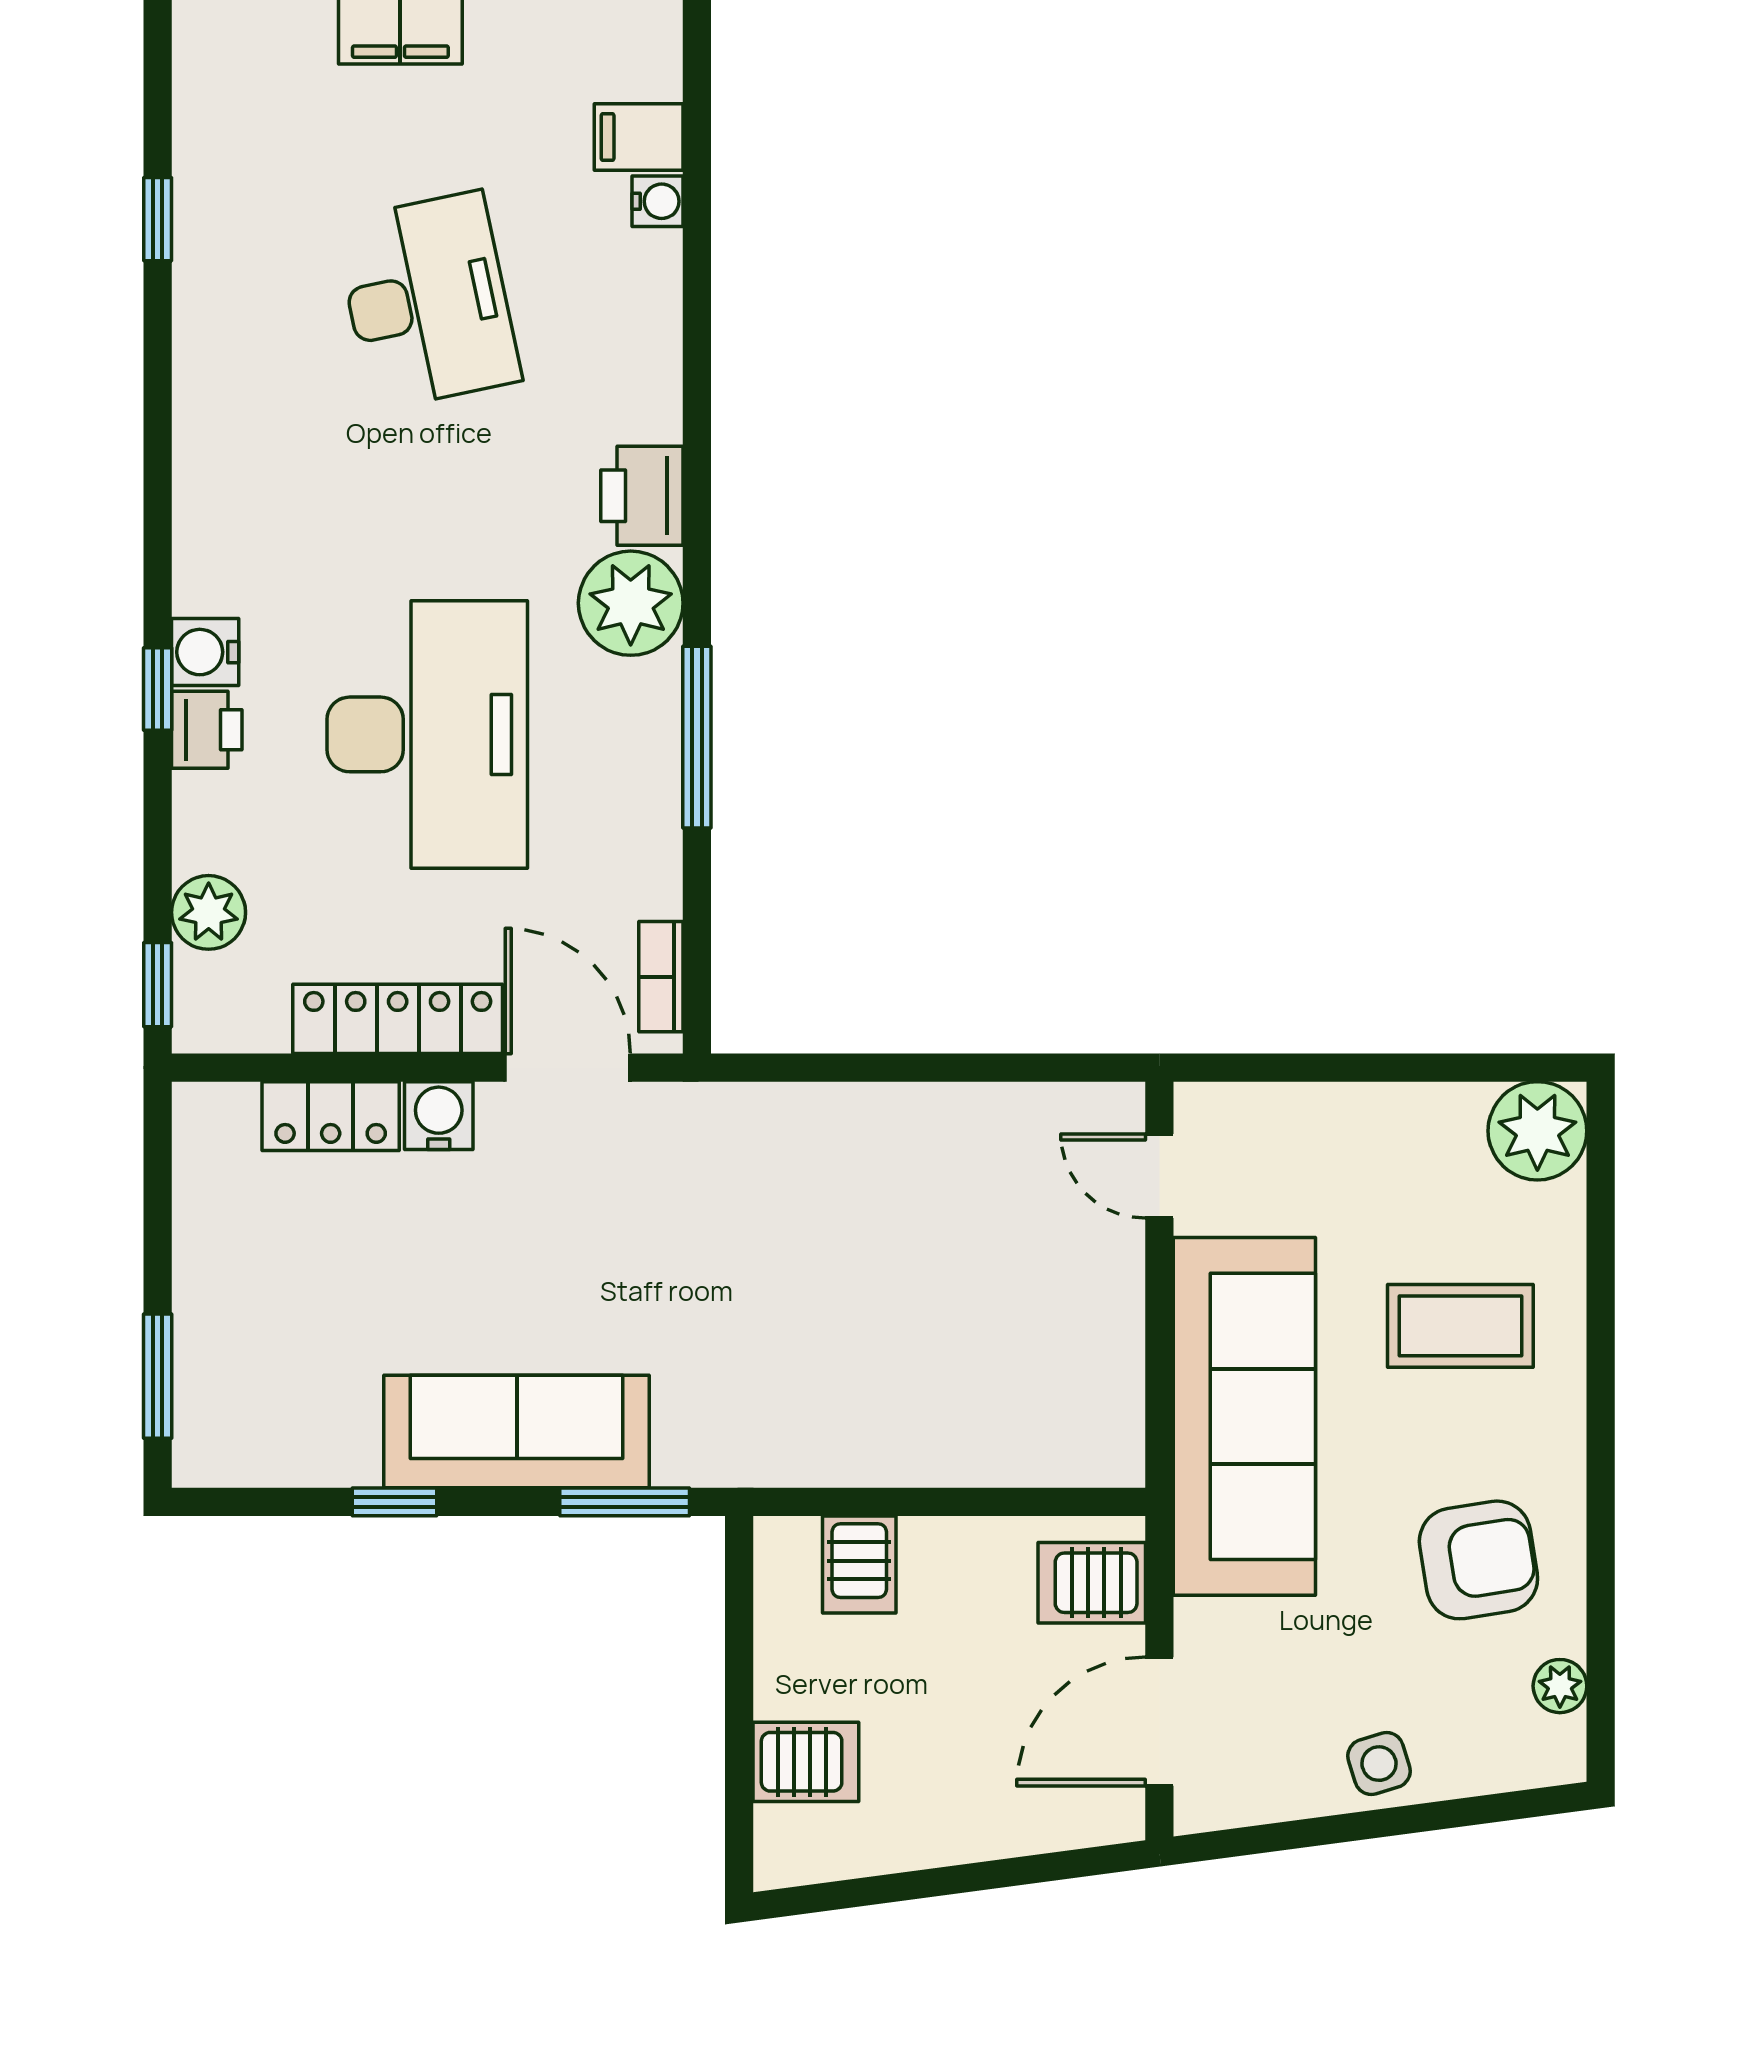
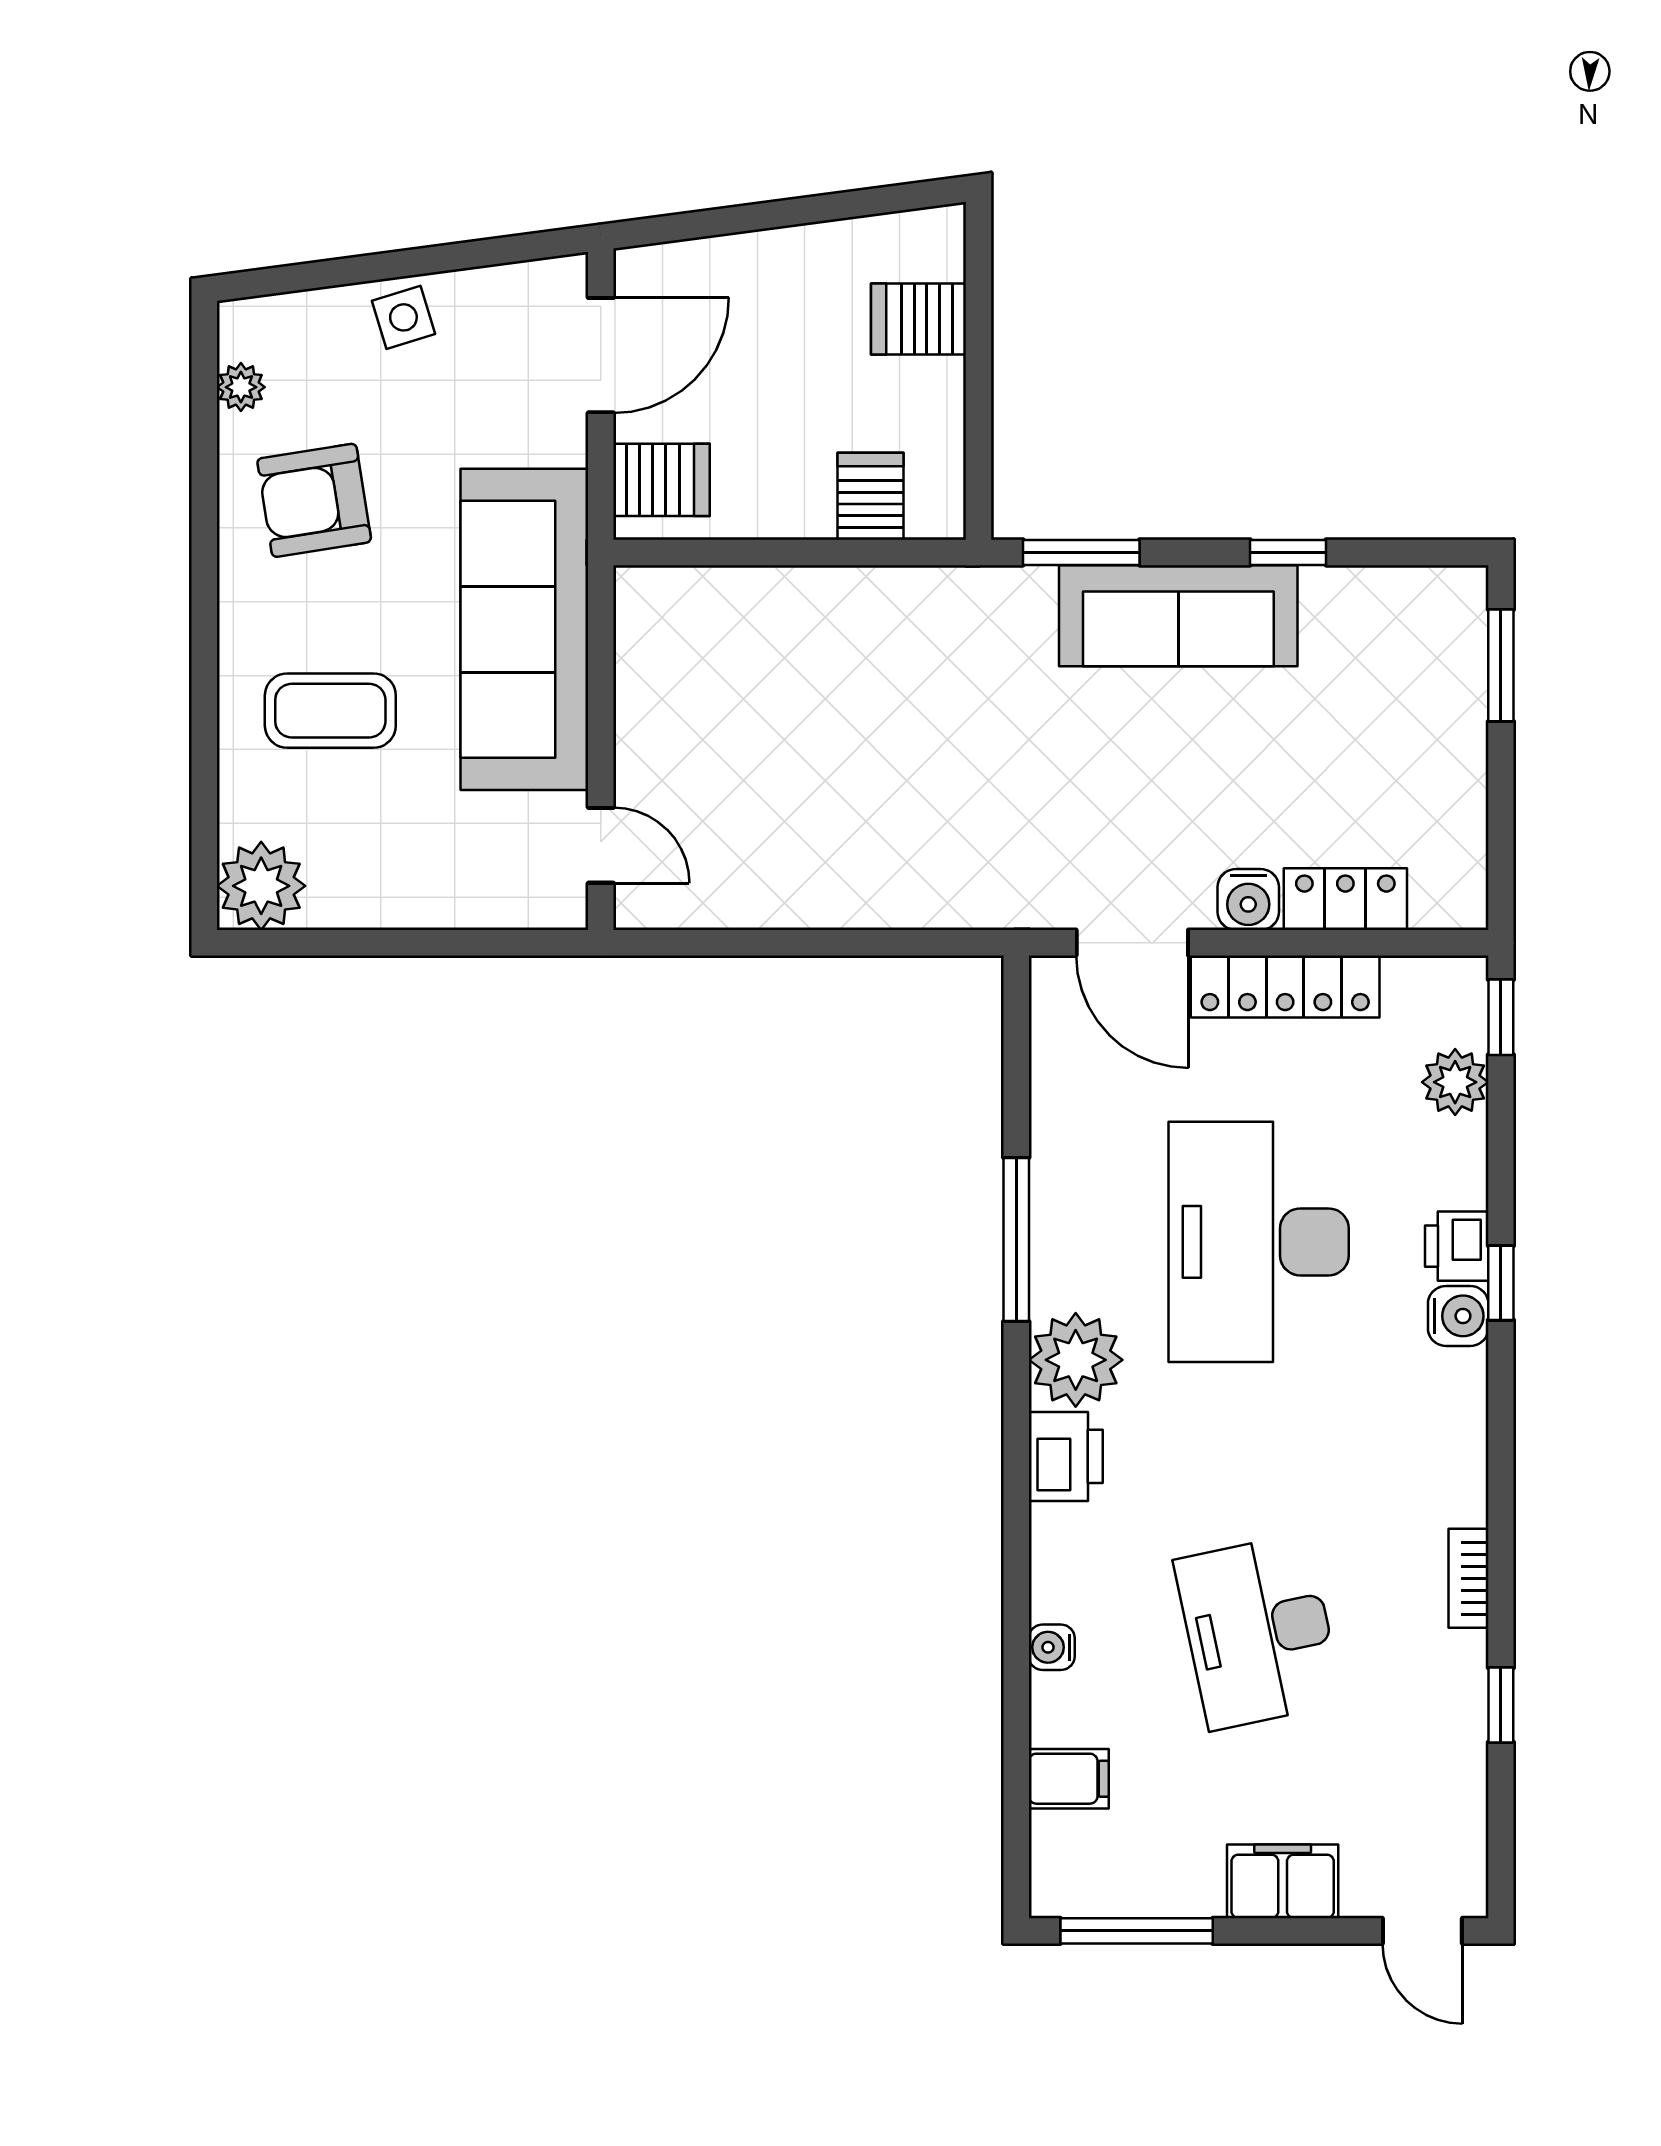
water cooler: (658, 201) -> (1052, 1647), moved
bookcase: (661, 977) -> (1468, 1578), moved, turned 180

